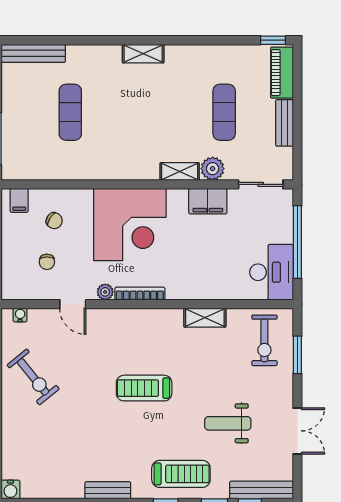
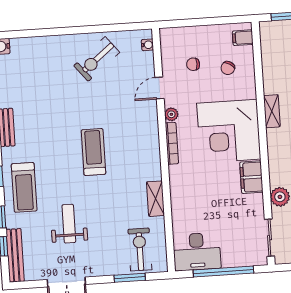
shelving: (180, 171) -> (272, 111), moved
filing cabinet: (208, 201) -> (251, 177), moved
exercise bike: (264, 340) -> (140, 250), turned 90

